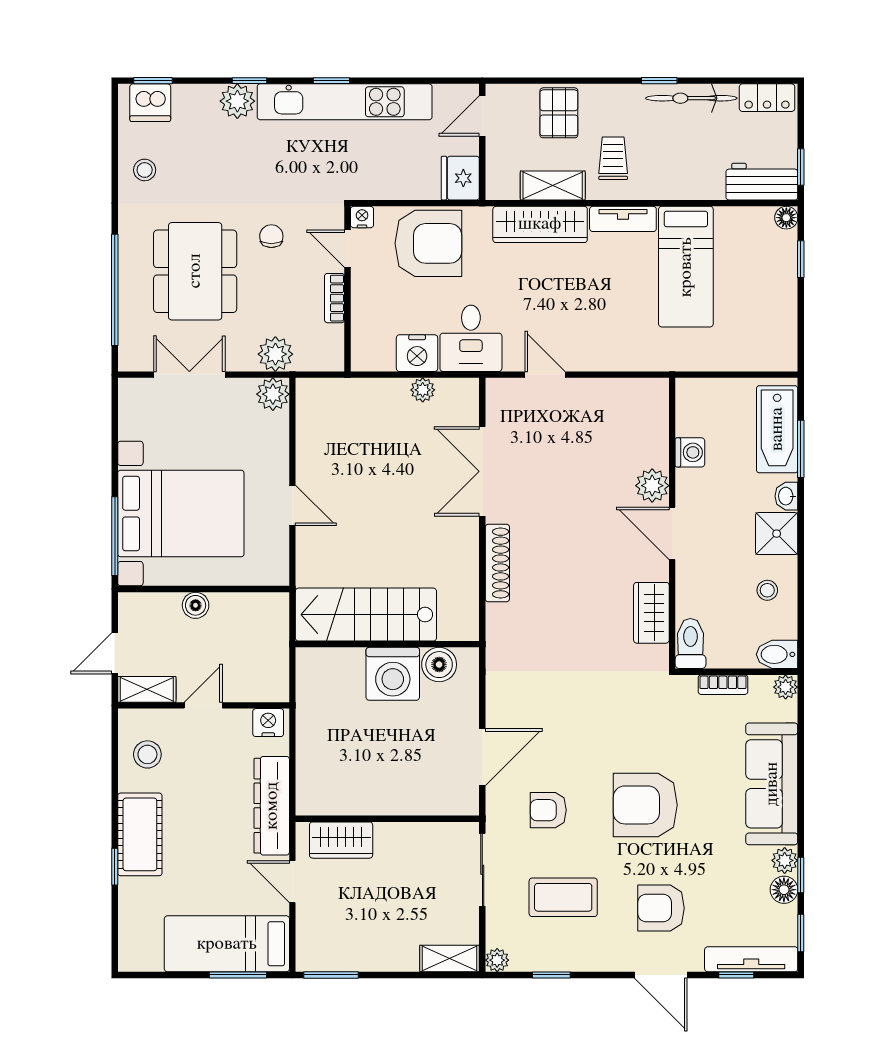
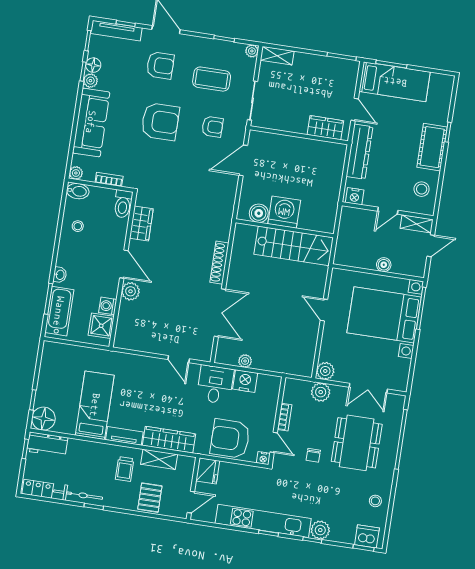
floor lamp: (786, 218) -> (43, 419), width x1.89, depth x1.89
shower: (777, 534) -> (101, 326), moved

